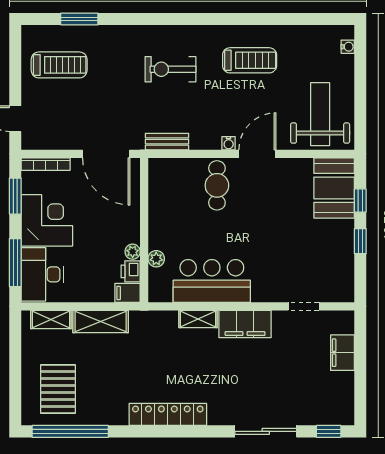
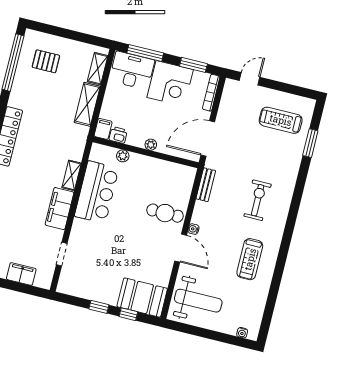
treadmill: (59, 65) -> (281, 120), turned 90
plant: (133, 252) -> (151, 145), moved
pallet: (58, 389) -> (46, 61), width x0.67, depth x0.71

